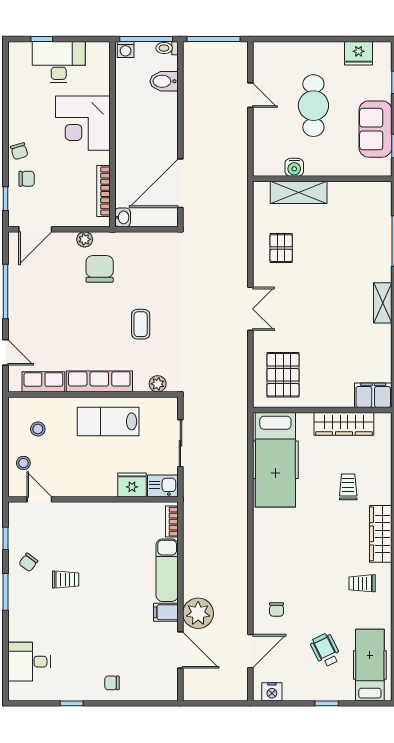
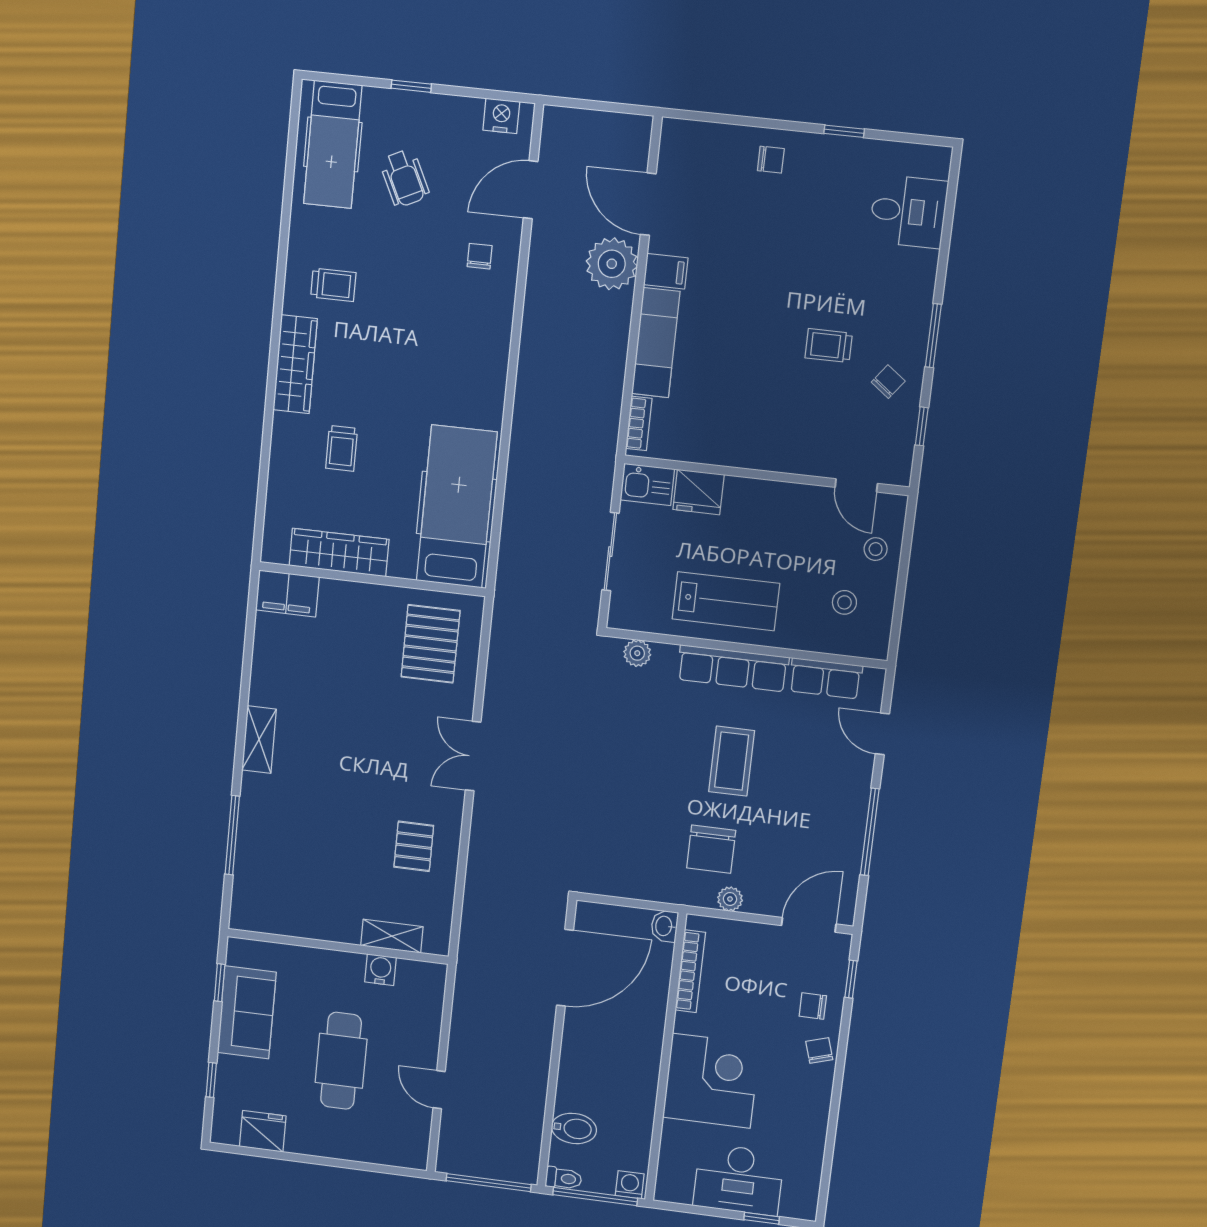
shelving: (299, 192) -> (392, 936), width x0.67, depth x0.75
coffee table: (141, 324) -> (732, 761), moved, width x1.36, depth x1.30

